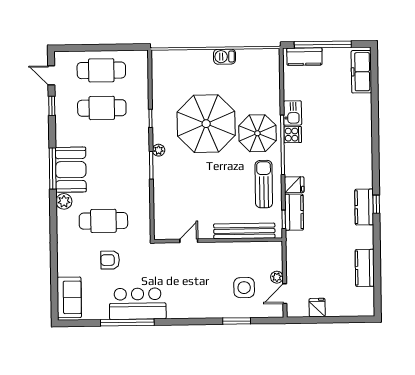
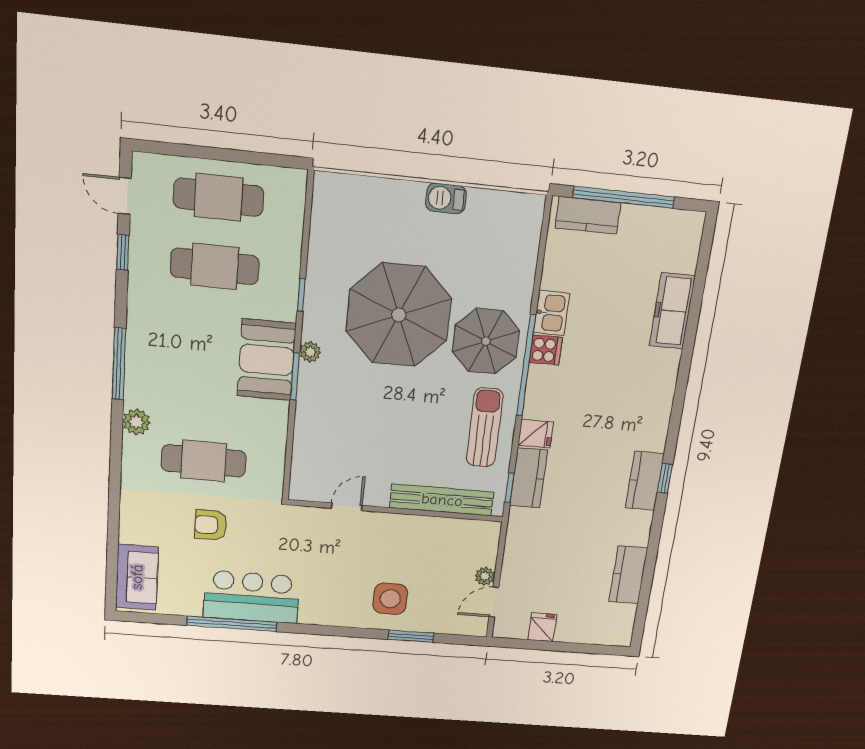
freezer: (361, 72) -> (672, 311), moved
booth: (71, 170) -> (267, 360), moved
side table: (244, 288) -> (390, 599), moved

